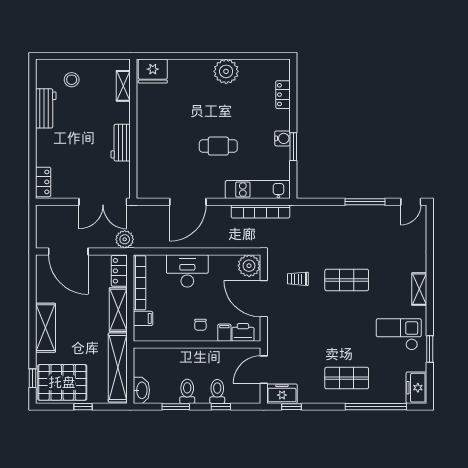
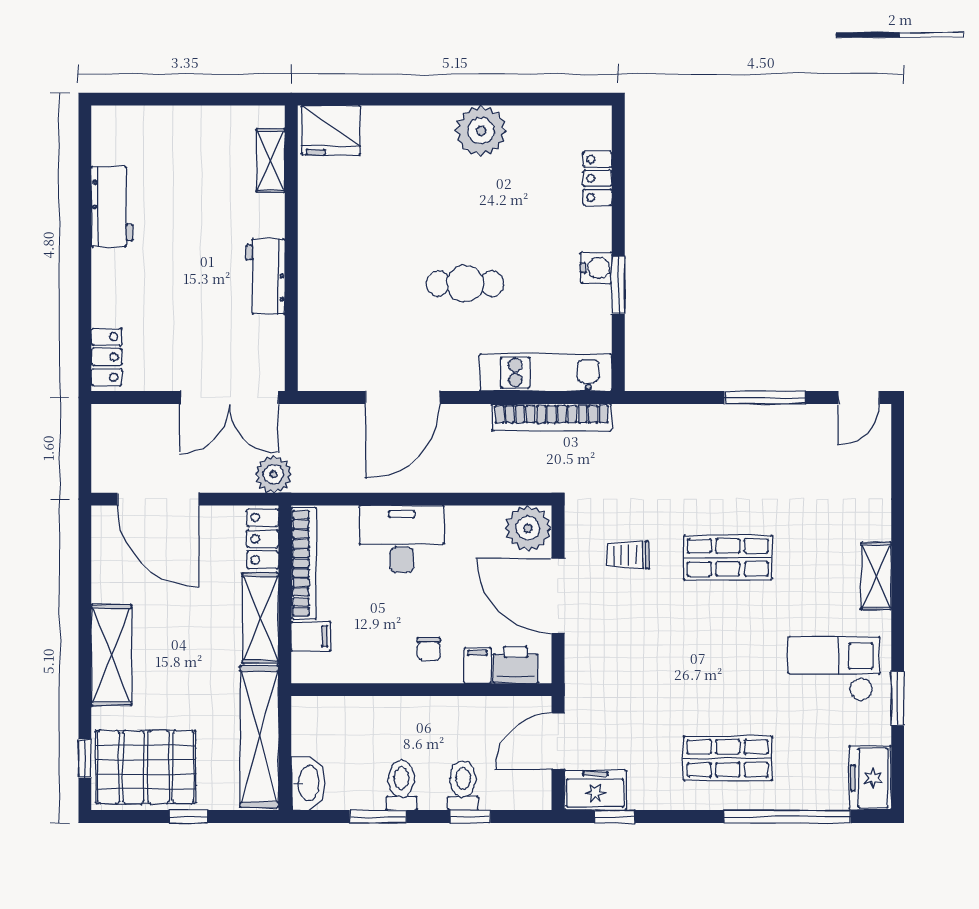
stool: (72, 80) -> (165, 148), removed

